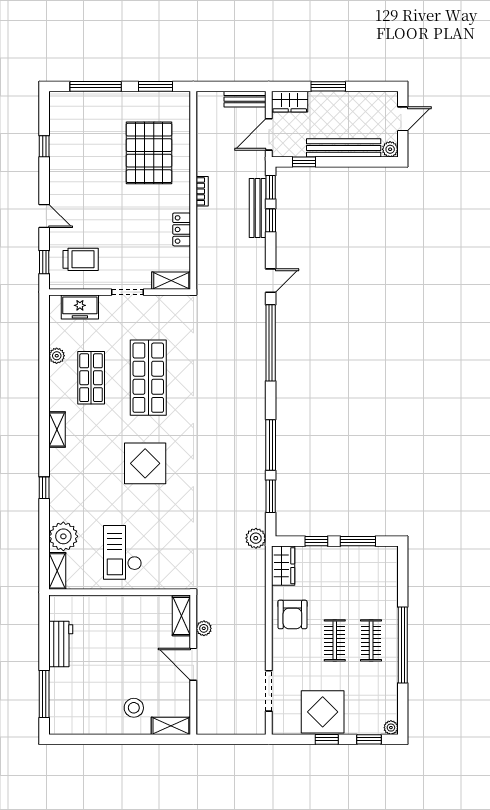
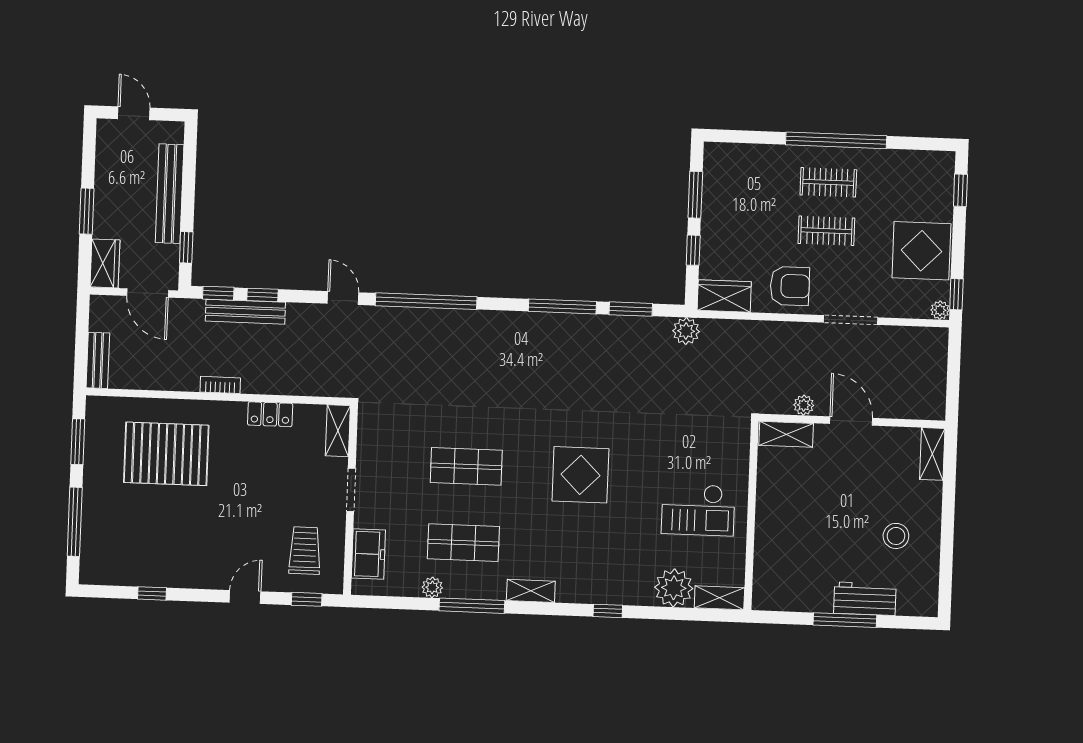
bench: (245, 99) -> (98, 360), moved
plant: (390, 149) -> (174, 132), removed
shop shelf: (148, 378) -> (466, 466), width x0.70, depth x0.74
window: (44, 386) -> (472, 606), added
workbench: (61, 644) -> (865, 599), moved
door: (193, 664) -> (851, 421), swing flipped
doorway: (269, 691) -> (851, 320), moved
window: (44, 694) -> (845, 620), moved
stool: (134, 708) -> (896, 536), moved
plant: (391, 728) -> (940, 310), moved
window: (327, 739) -> (956, 294), moved

